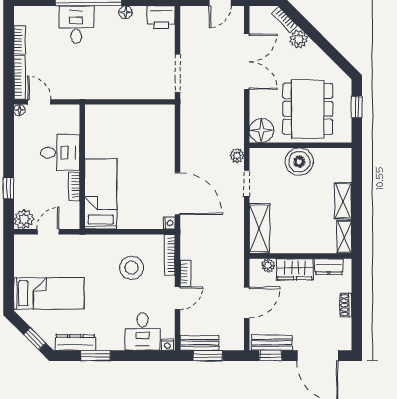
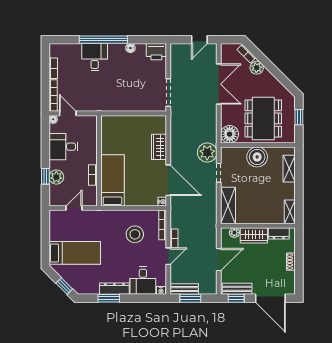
wardrobe: (165, 148) -> (159, 147), added
desk: (60, 153) -> (63, 147), moved, turned 180
plant: (237, 156) -> (207, 153), width x1.88, depth x1.88
shelving: (343, 201) -> (289, 169), moved
plant: (24, 219) -> (56, 177), moved
dresser: (75, 342) -> (114, 289), moved

